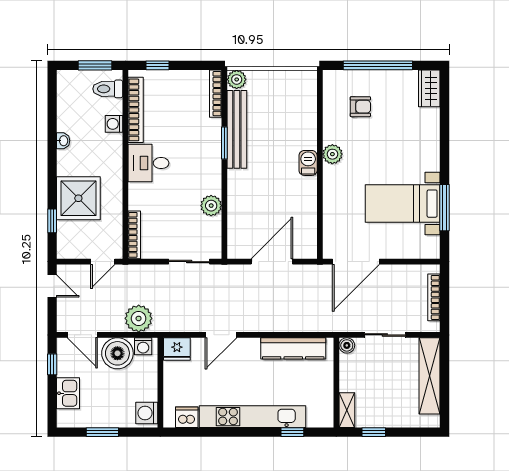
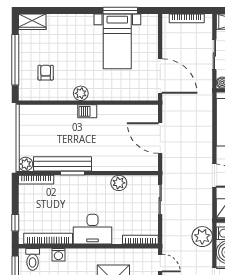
desk: (149, 163) -> (93, 229), width x1.37

